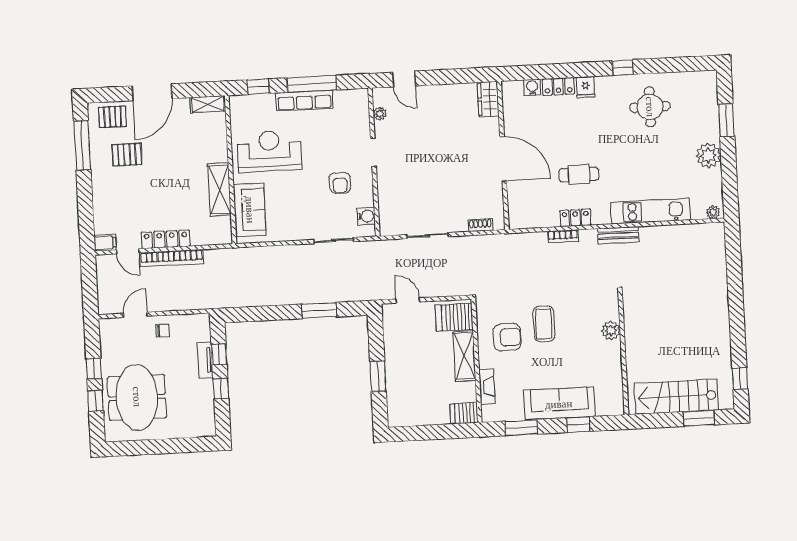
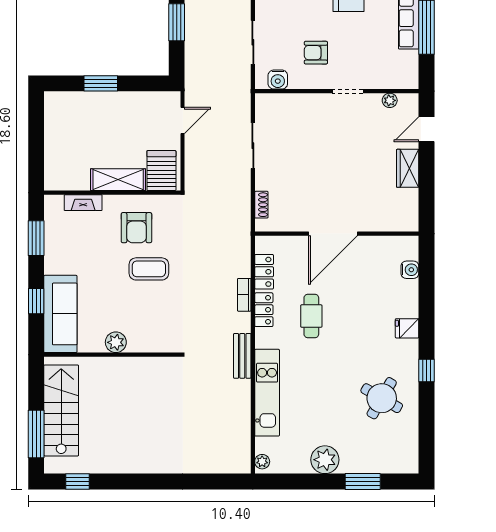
locker: (558, 86) -> (264, 272), moved, turned 180
wardrobe: (488, 99) -> (408, 168), moved, turned -90
round table: (650, 107) -> (382, 398), turned 30
plant: (611, 331) -> (116, 342), moved
sofa: (559, 404) -> (60, 314), moved
server rack: (464, 413) -> (55, 176), removed
window: (699, 418) -> (36, 434), width x1.44

